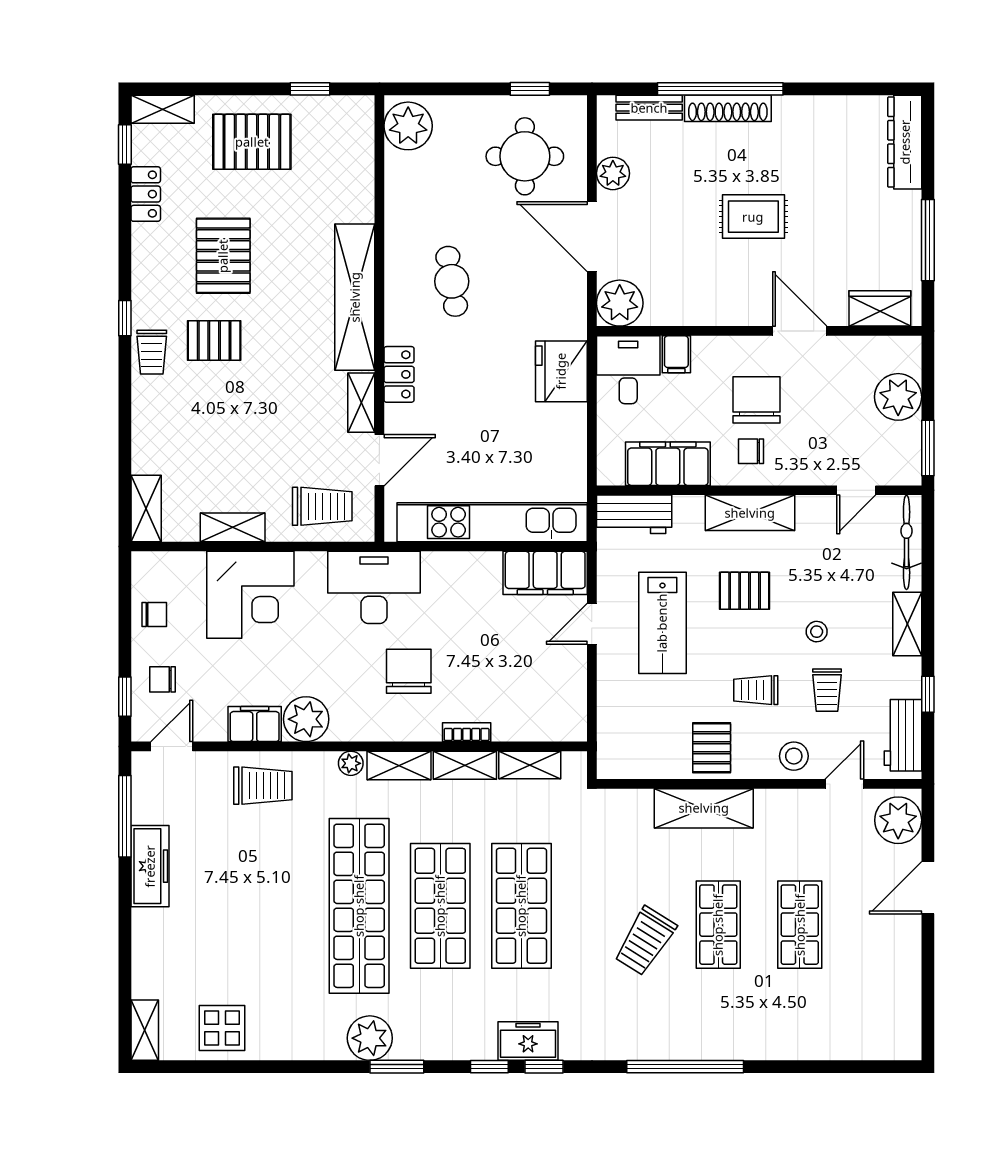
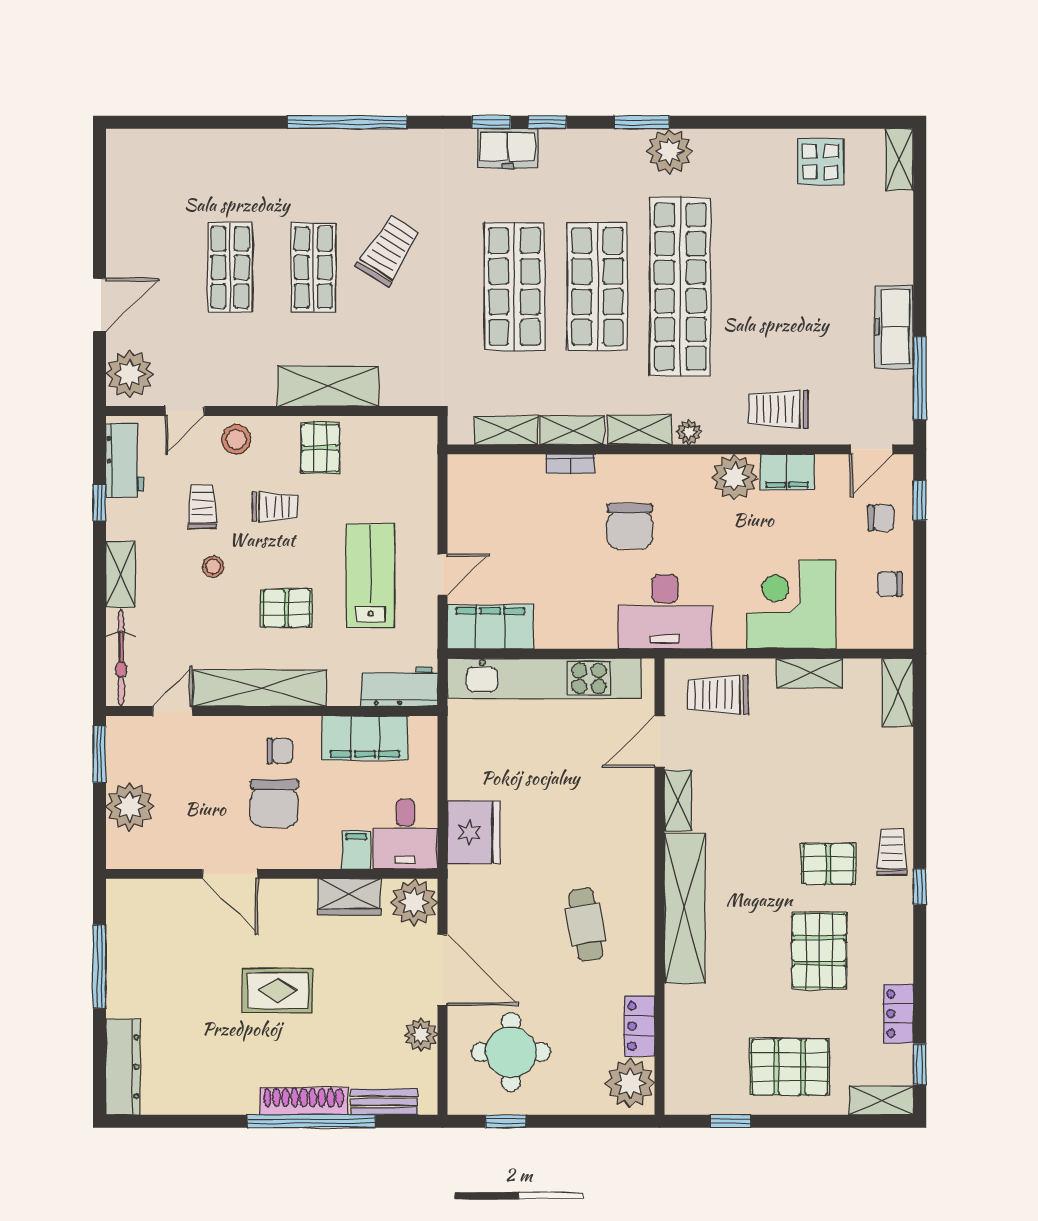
wardrobe: (880, 308) -> (349, 897), moved
locker: (399, 374) -> (640, 1026), moved
shelving: (750, 513) -> (260, 688), width x1.47

